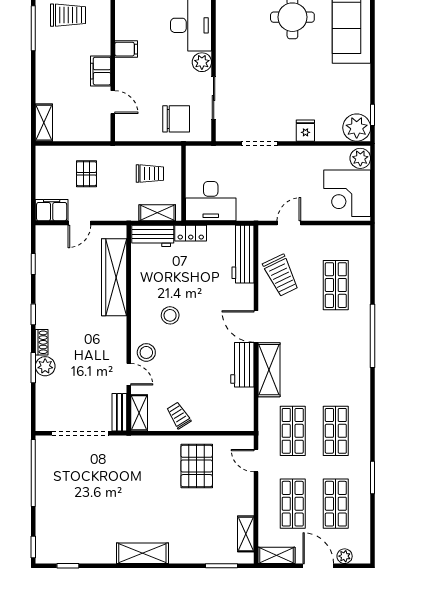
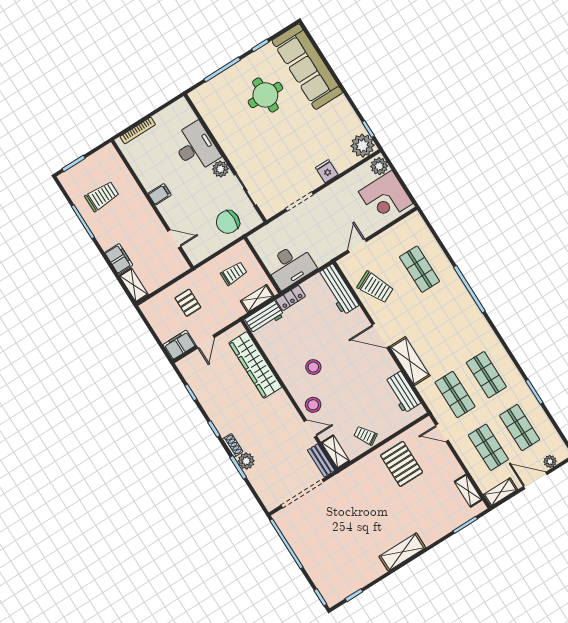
filing cabinet: (101, 71) -> (119, 259), moved, turned 180
chair: (176, 119) -> (228, 222), turned 180
workbench: (242, 365) -> (402, 392), moved

